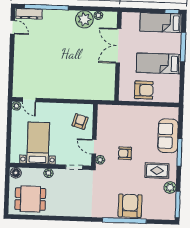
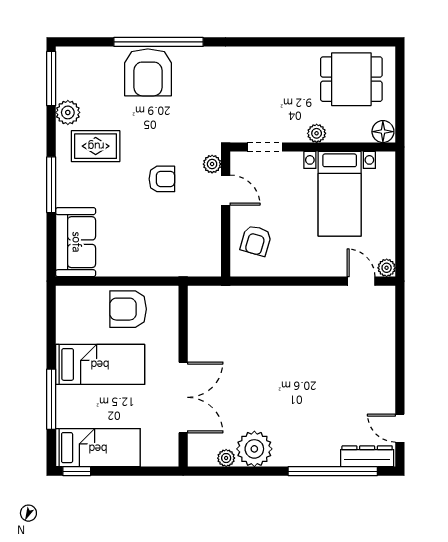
sofa: (168, 136) -> (76, 242), moved

